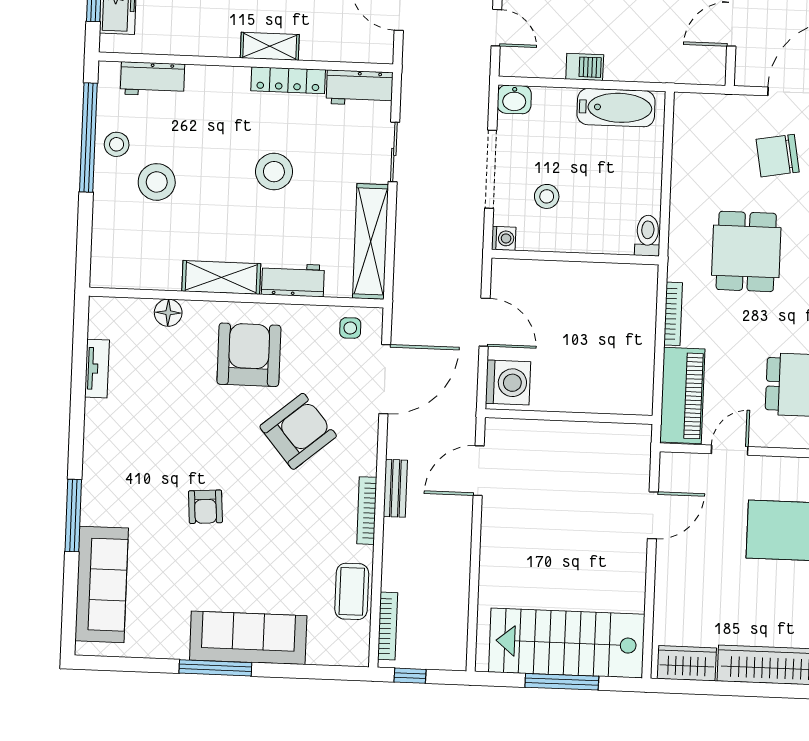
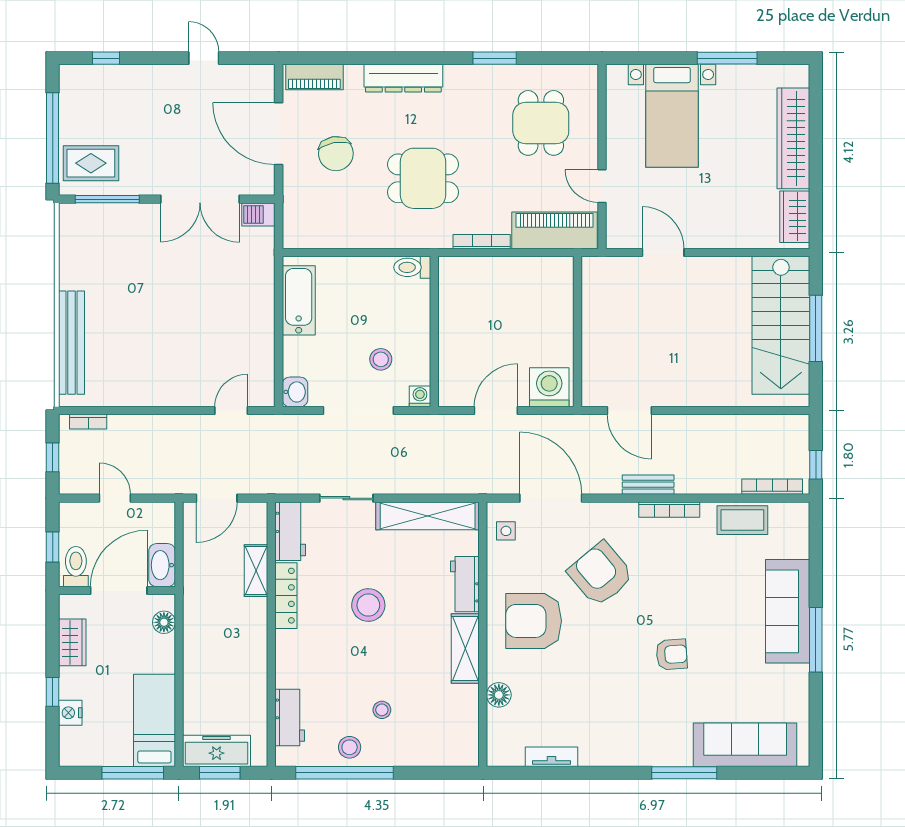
shelving: (270, 46) -> (256, 571), moved
barbecue: (585, 67) -> (258, 214), moved, turned -90
stool: (157, 182) -> (382, 710), width x0.53, depth x0.53

